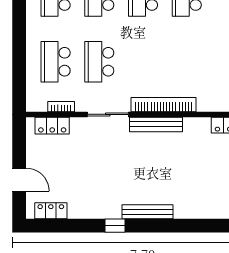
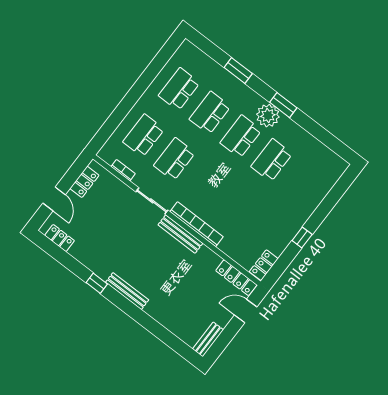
locker: (52, 126) -> (84, 182), moved, turned -90

